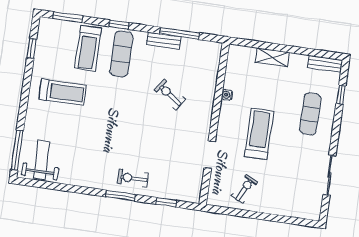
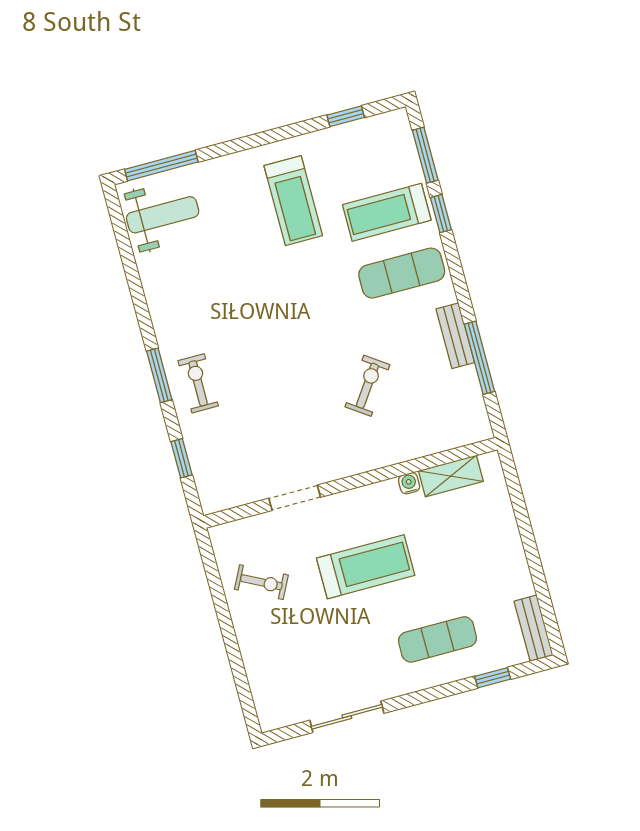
window: (119, 25) -> (441, 214), moved
shelving: (272, 57) -> (451, 476), moved, turned 90

